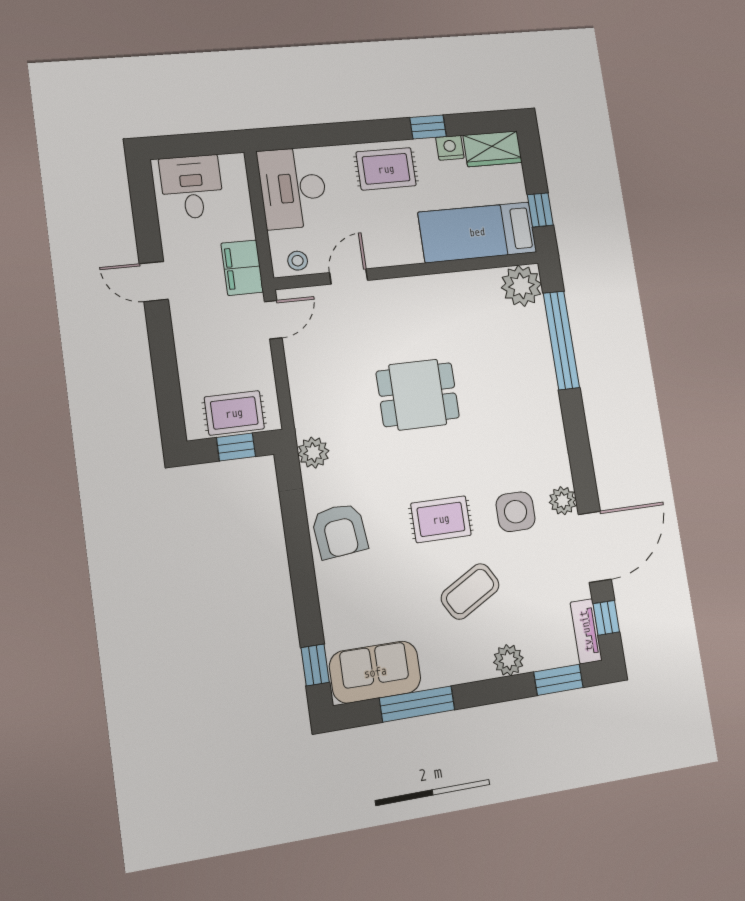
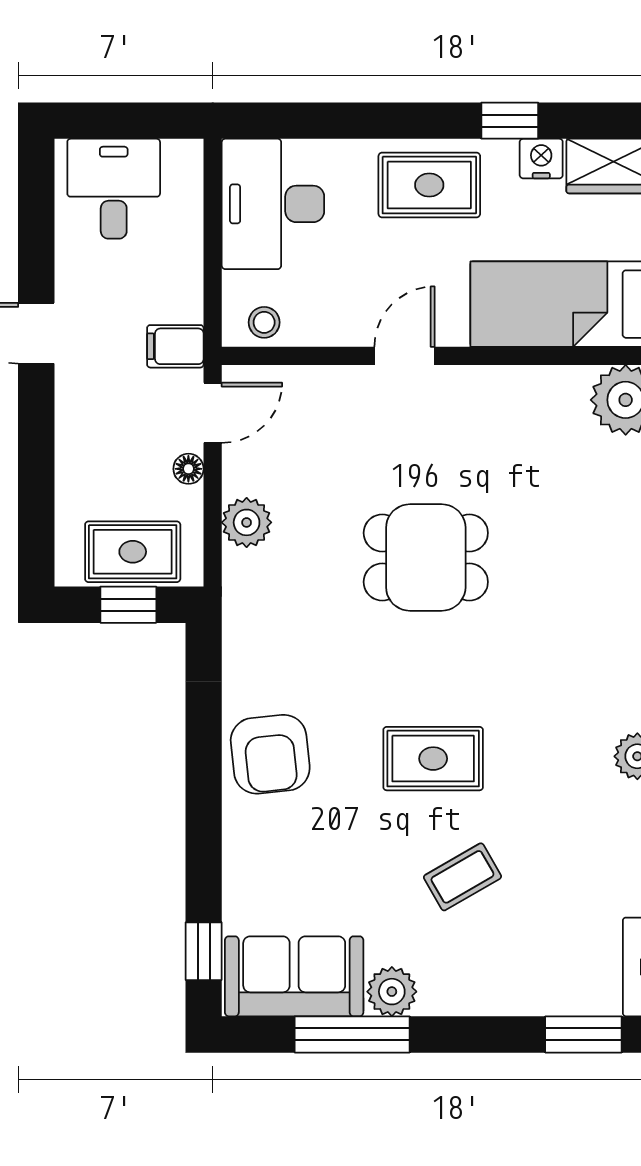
filing cabinet: (242, 268) -> (175, 346), width x0.50
door: (349, 276) -> (404, 356), moved
floor lamp: (263, 356) -> (188, 469), added
plant: (313, 453) -> (247, 522), moved
side table: (516, 512) -> (556, 763), removed
coffee table: (470, 591) -> (462, 877), width x0.73, depth x0.77
plant: (509, 660) -> (392, 992), moved

